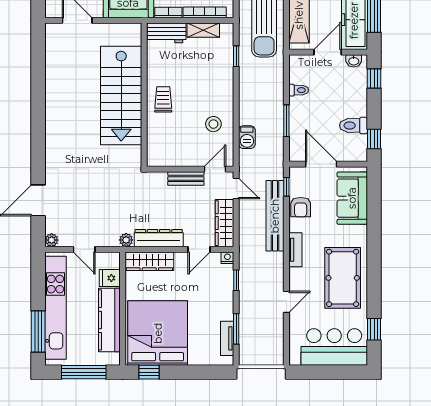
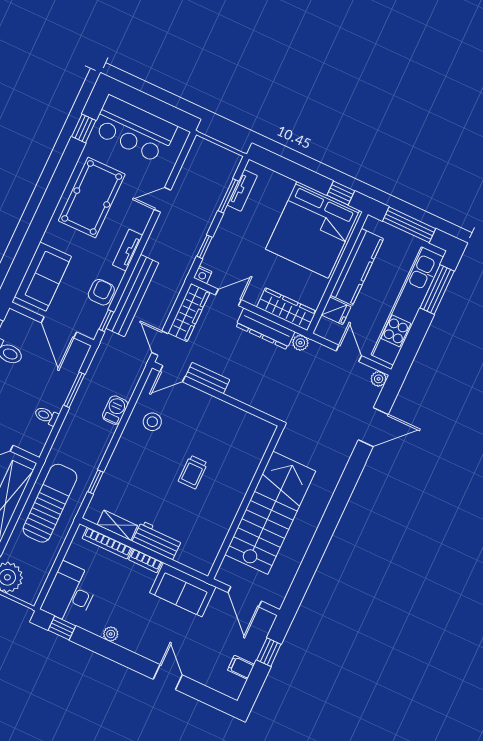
wall: (144, 95) -> (246, 502), moved
stairs: (121, 96) -> (270, 513), moved
barbecue: (247, 137) -> (115, 410), moved

